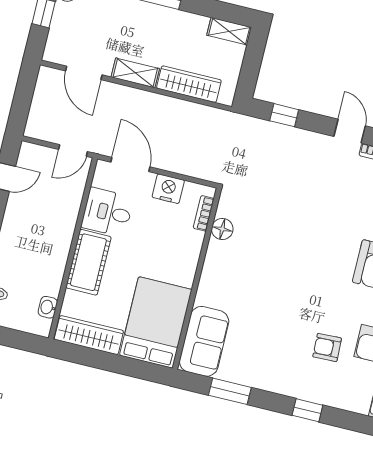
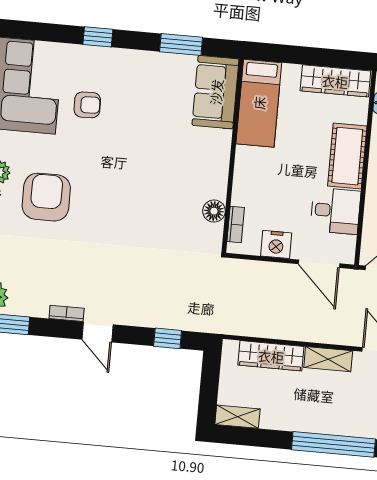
bed: (156, 322) -> (259, 103), width x0.67

